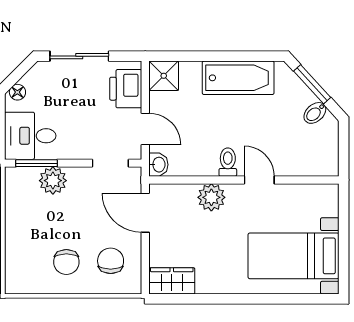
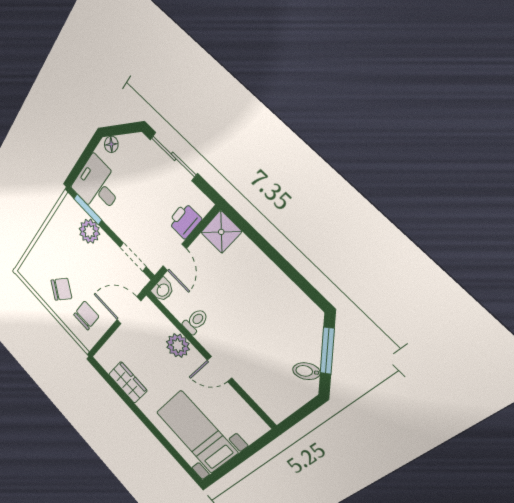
bathtub: (238, 78) -> (275, 289), removed
printer: (126, 89) -> (185, 221), width x0.73, depth x0.81
toilet: (228, 162) -> (195, 321), moved
door: (259, 180) -> (219, 369), swing flipped
door: (145, 213) -> (129, 310), hinge flipped
chair: (66, 262) -> (61, 289), turned -142
wardrobe: (172, 281) -> (128, 382), moved

